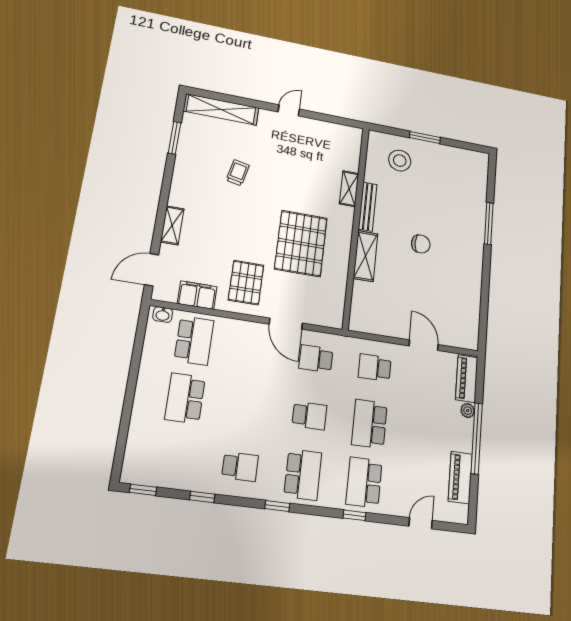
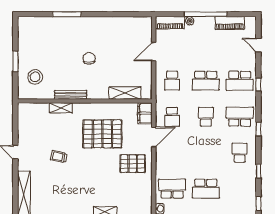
trolley: (238, 173) -> (59, 157), moved
shelving: (366, 256) -> (125, 93), moved
filing cabinet: (197, 295) -> (145, 113), moved

